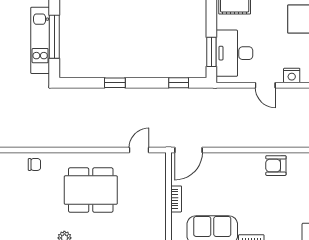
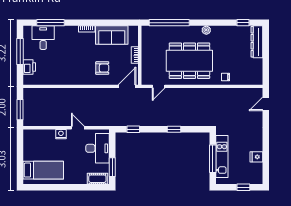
window: (211, 52) -> (112, 167), moved
armchair: (276, 166) -> (102, 68), moved
dining table: (91, 190) -> (189, 61), width x1.36, depth x1.24

